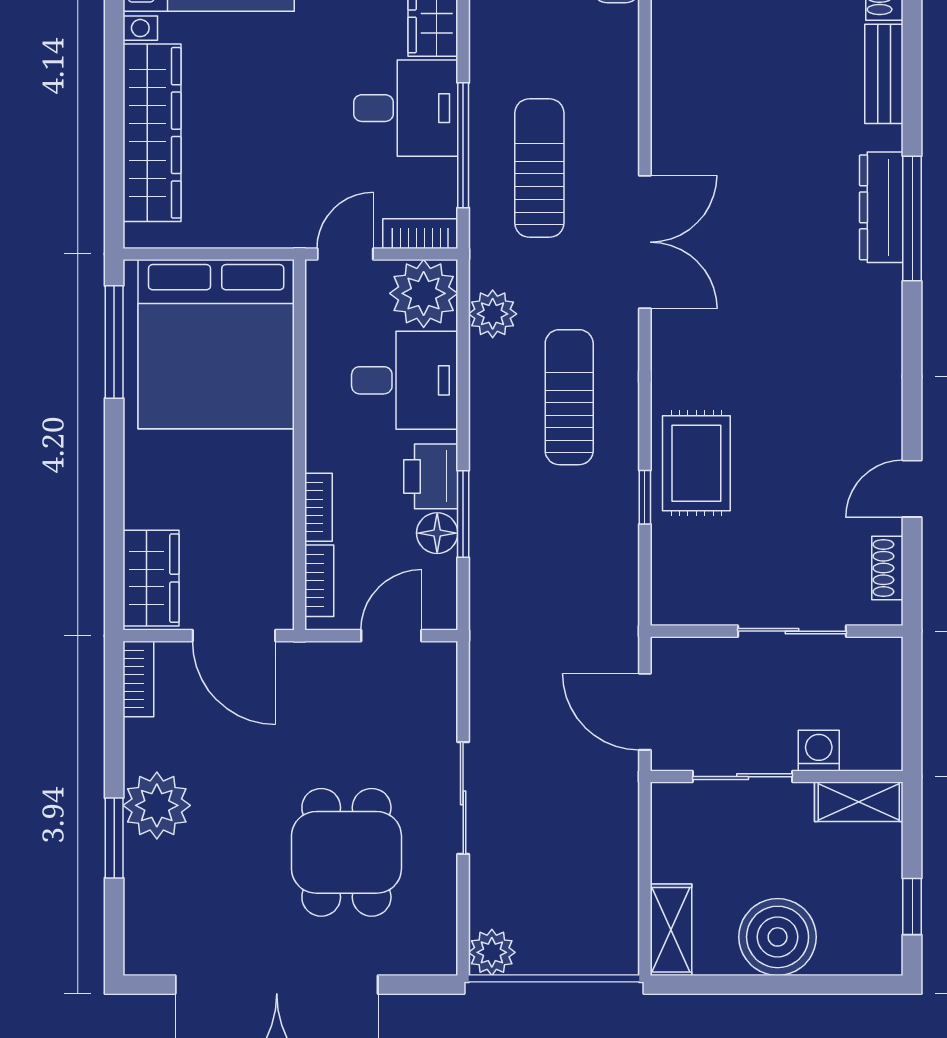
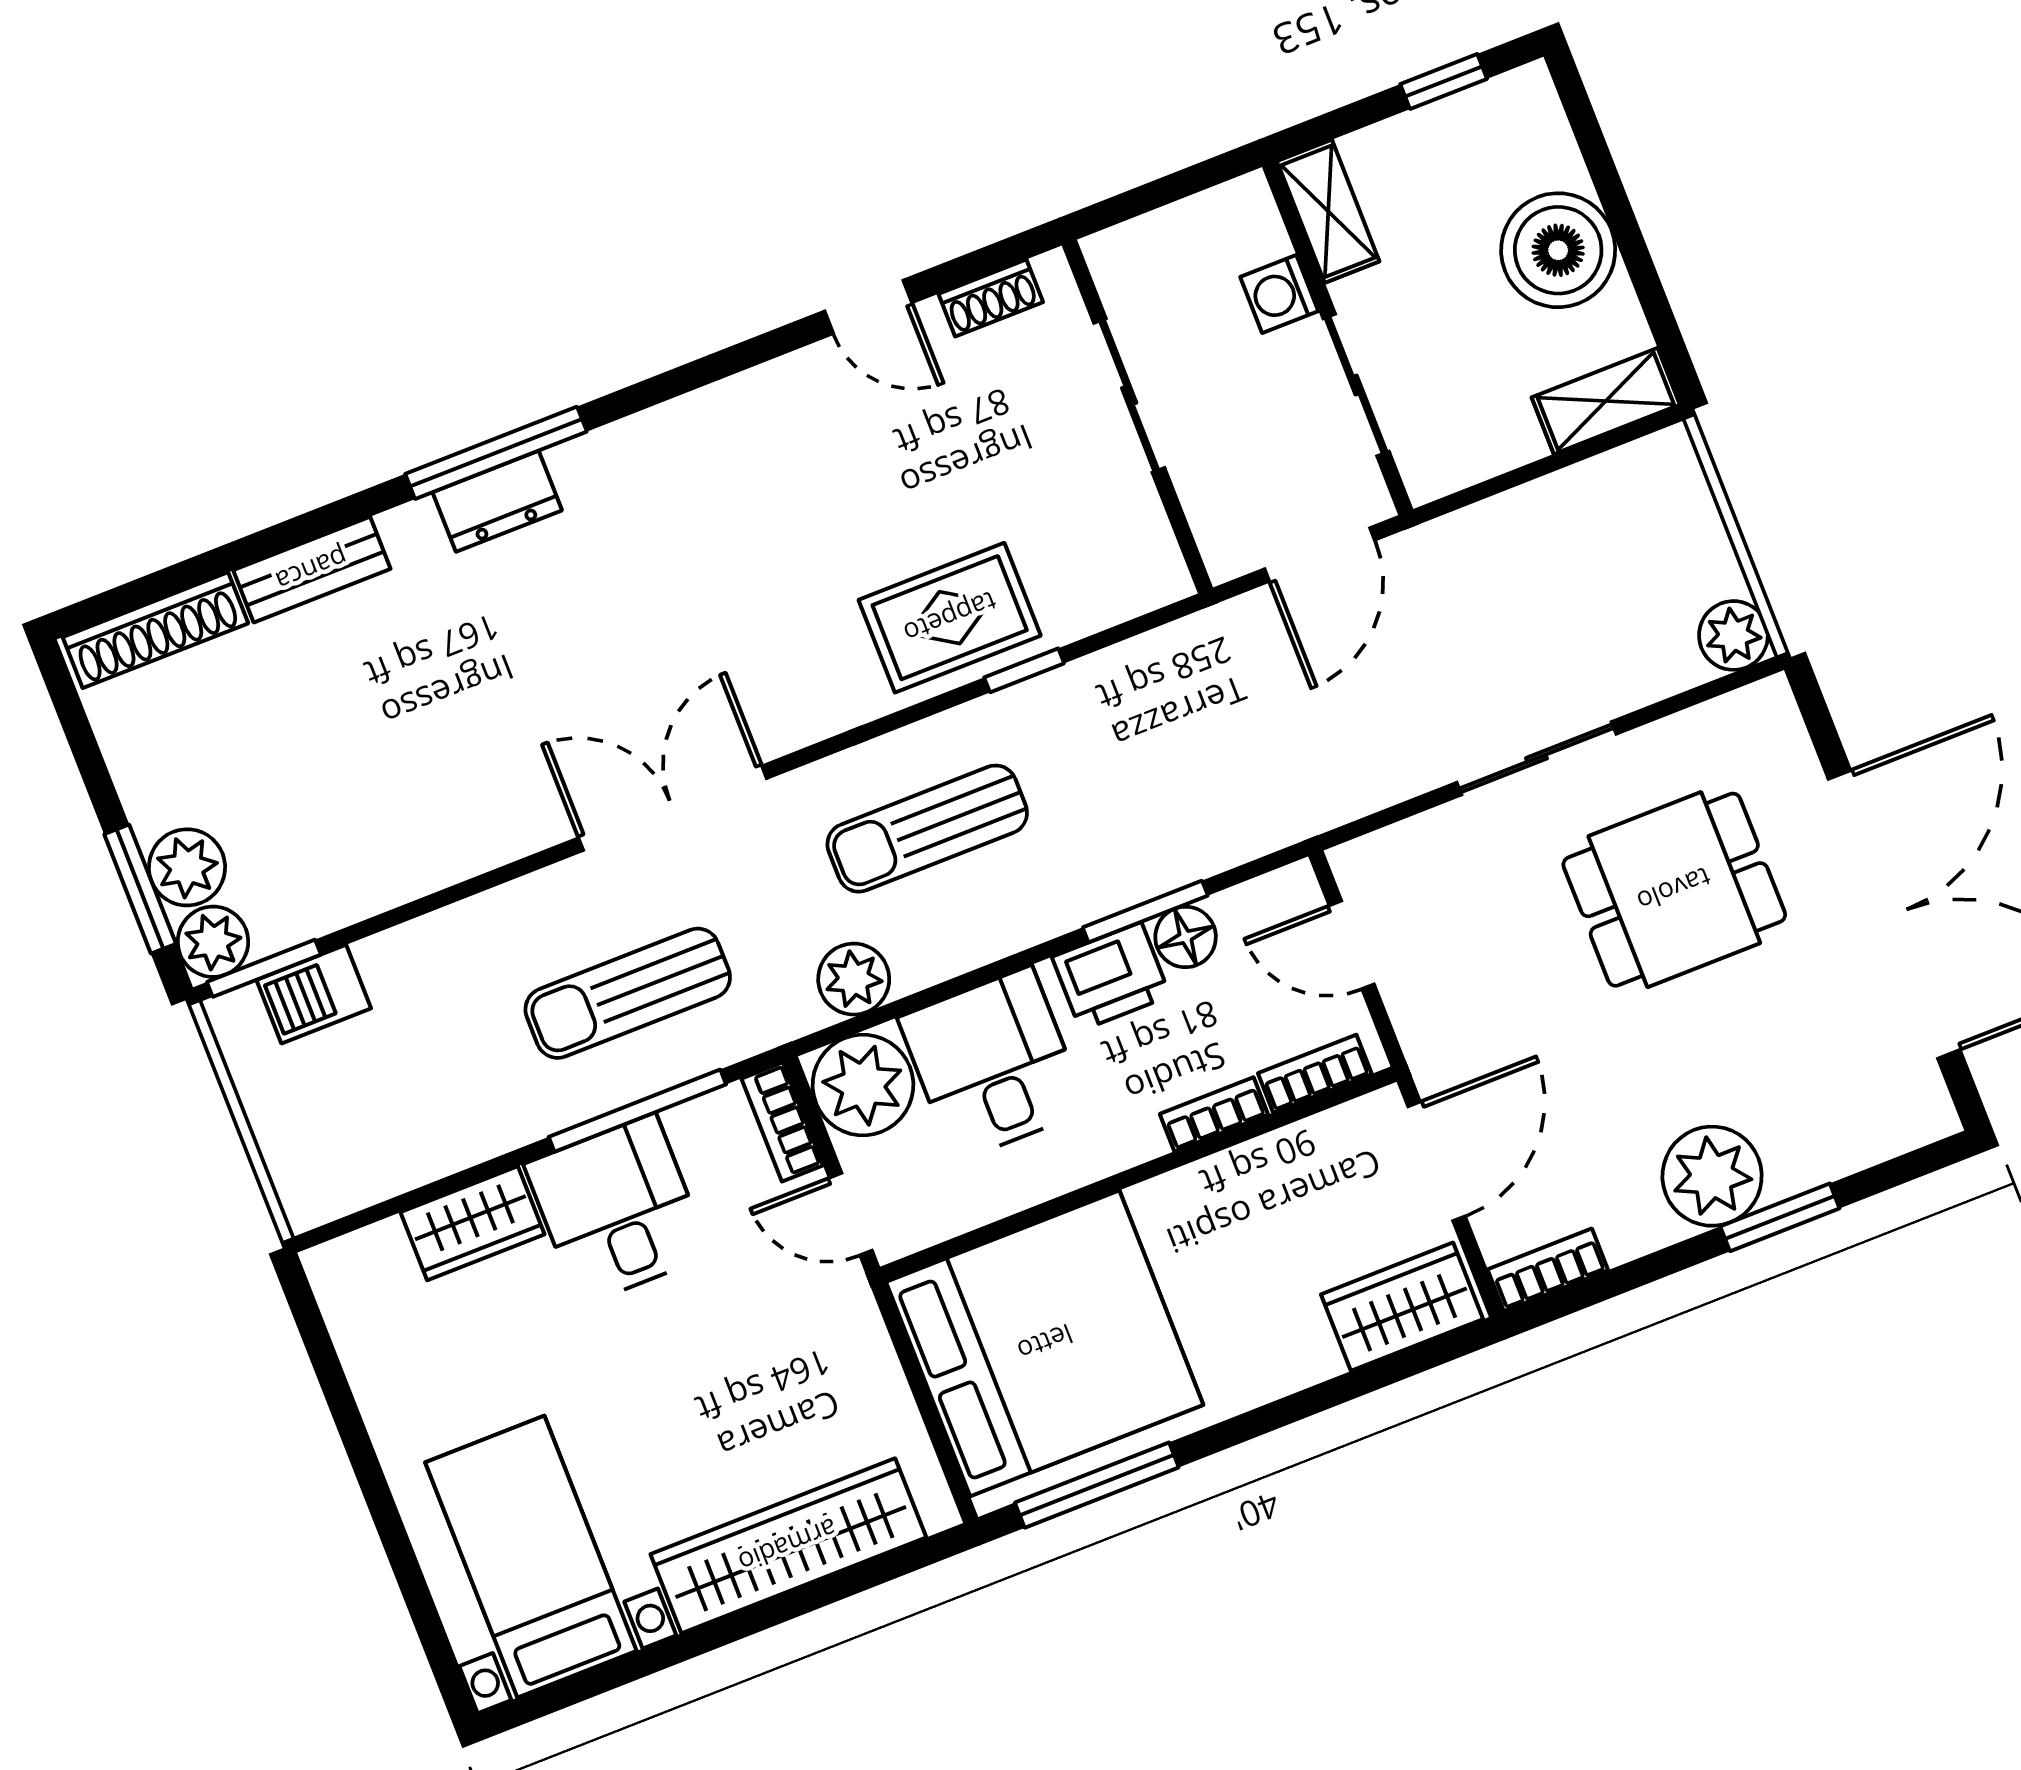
dresser: (881, 207) -> (497, 501), width x0.70

